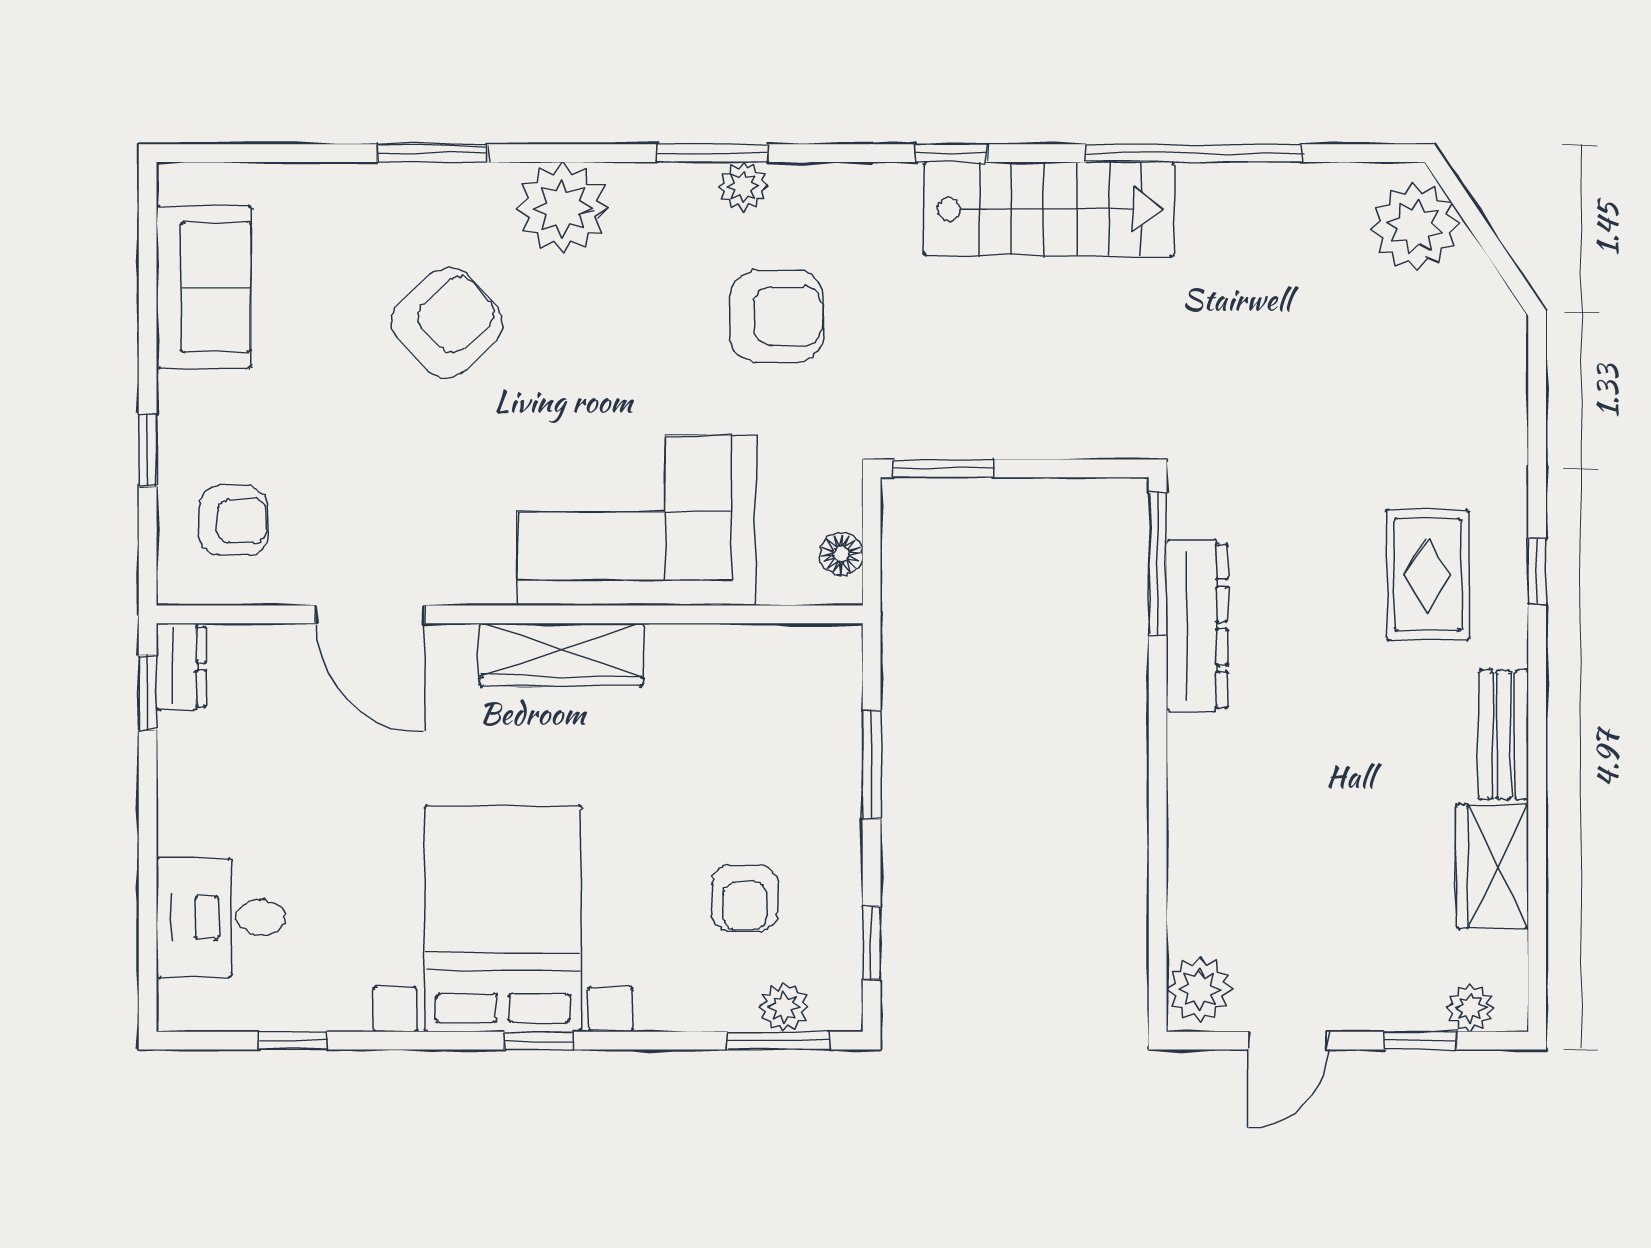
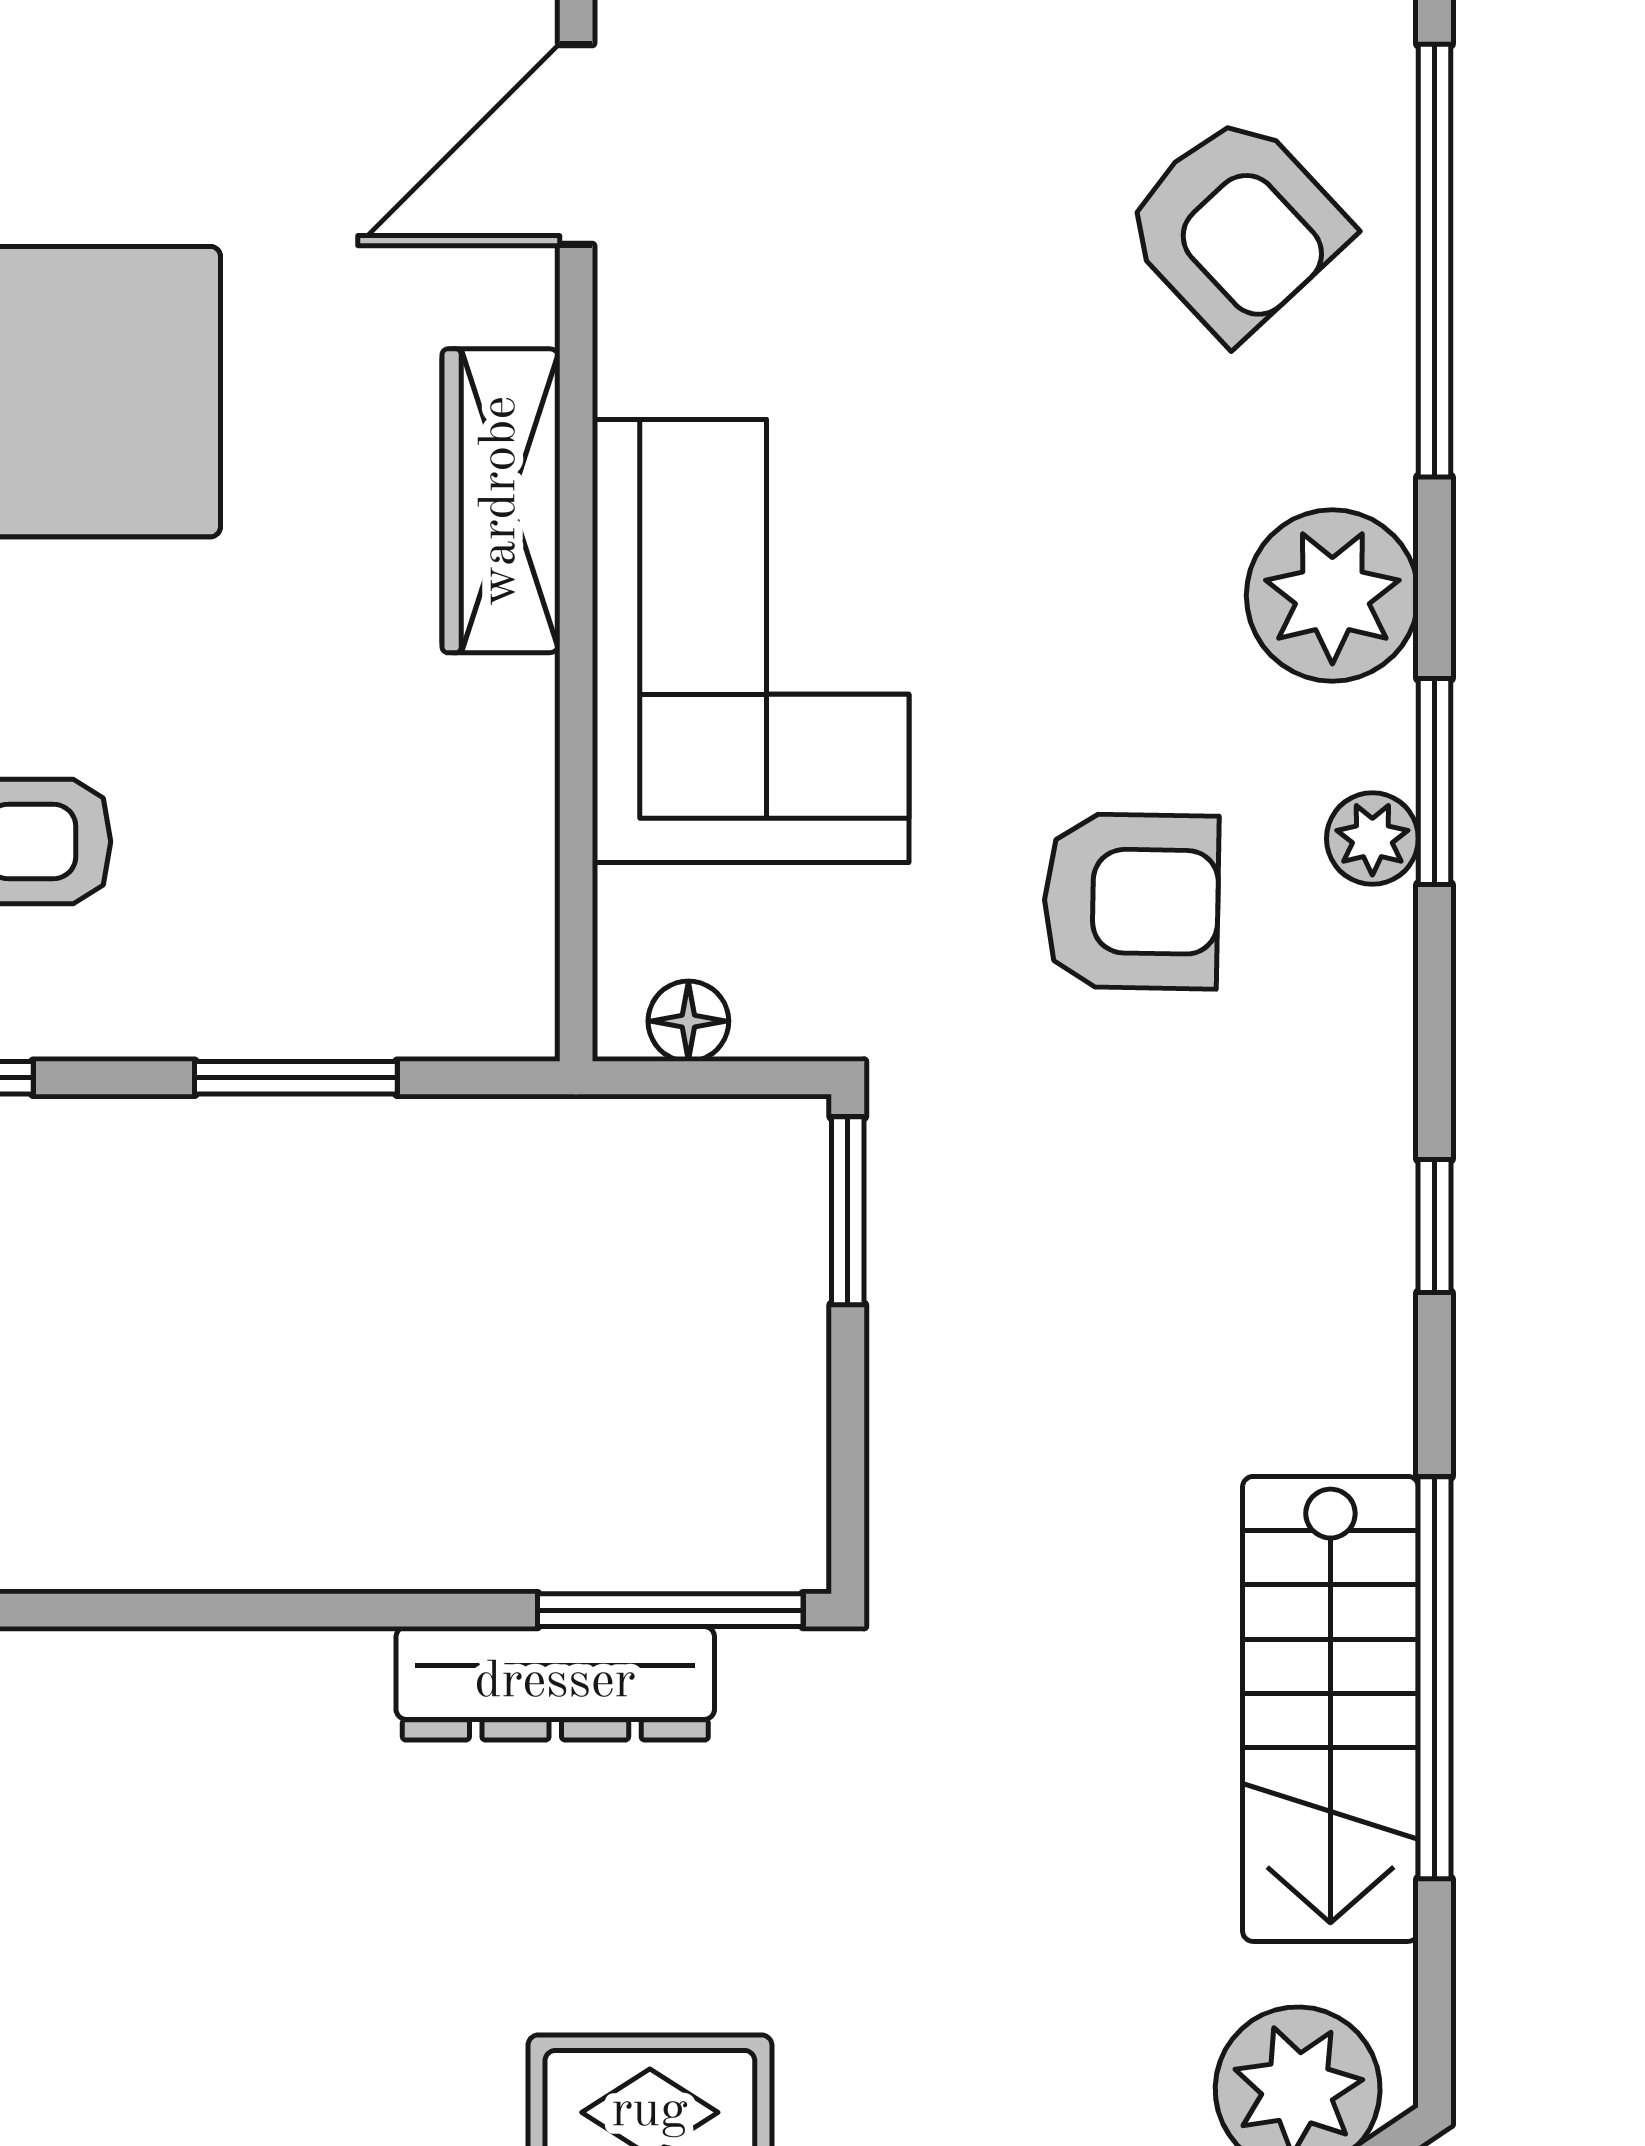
window: (432, 153) -> (1435, 261), width x2.11
plant: (563, 208) -> (1332, 595), moved
stairs: (1049, 209) -> (1330, 1709), moved
armchair: (777, 316) -> (1131, 901), turned -89
armchair: (447, 322) -> (1235, 227), moved

